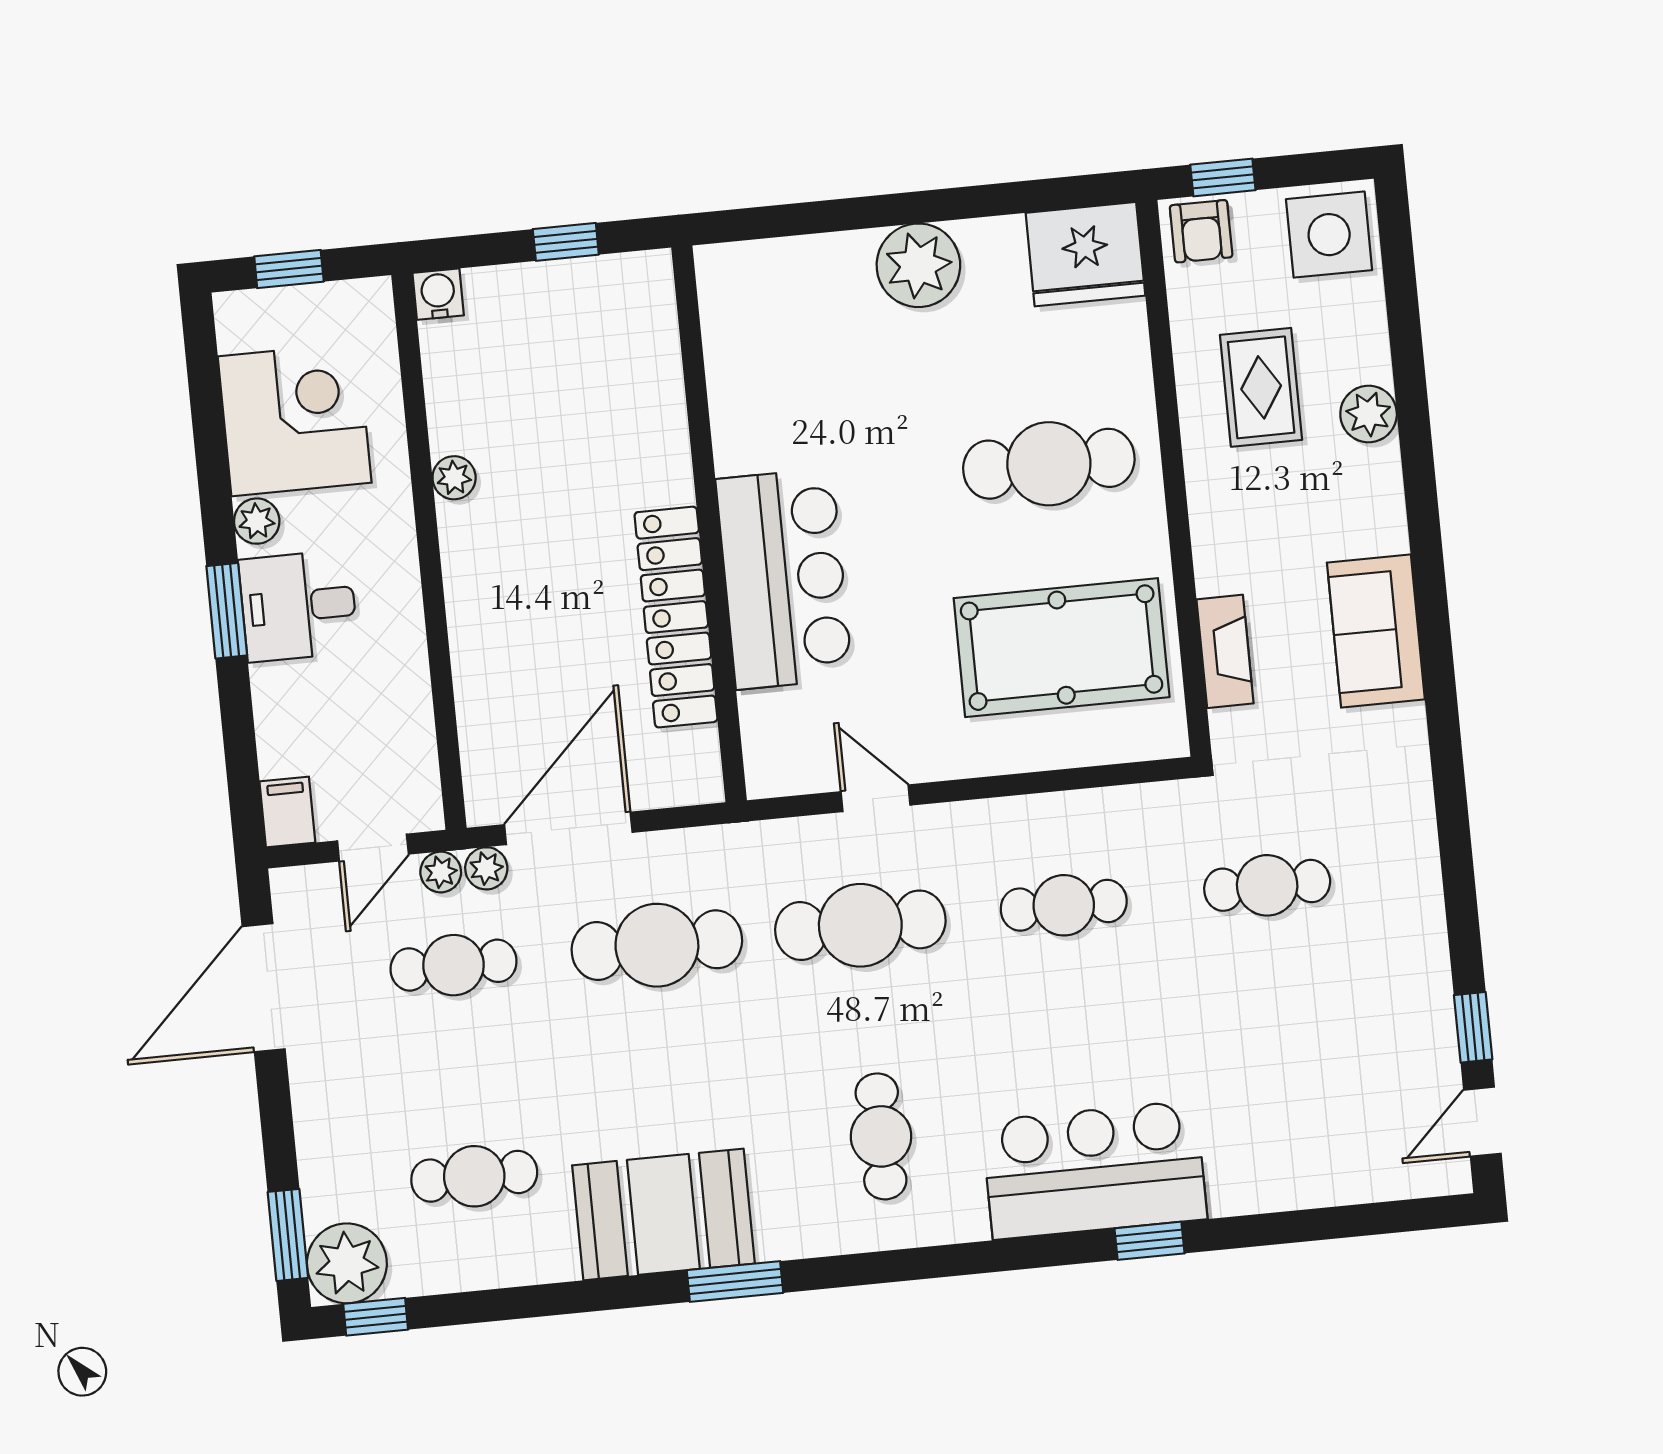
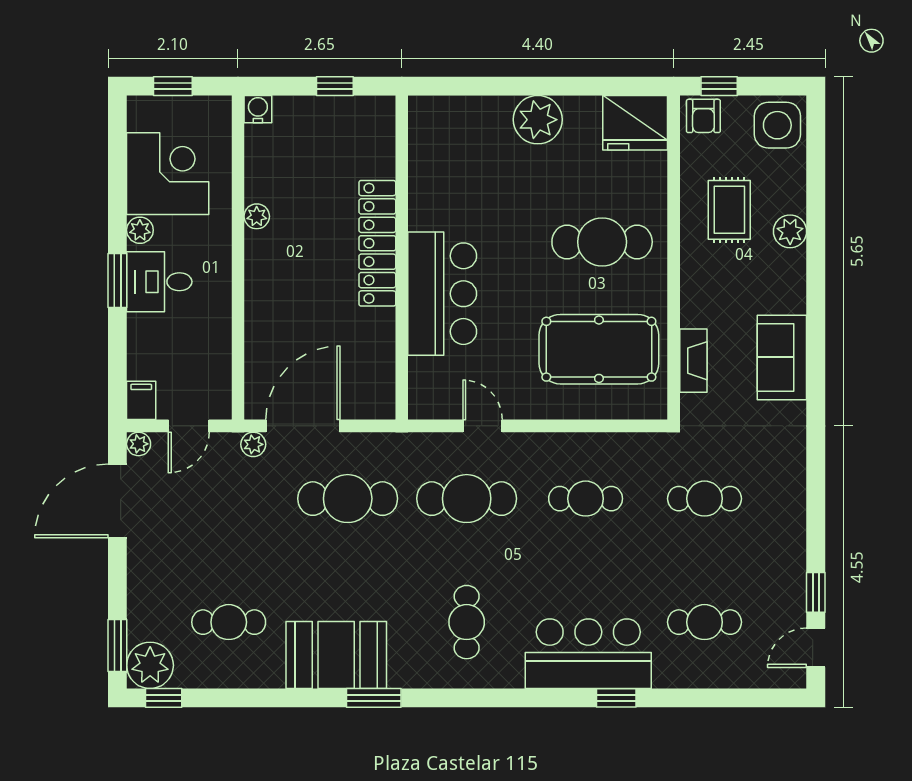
locker: (676, 617) -> (377, 243), moved
plant: (441, 872) -> (139, 444), moved
cafe table: (454, 965) -> (705, 622), moved

